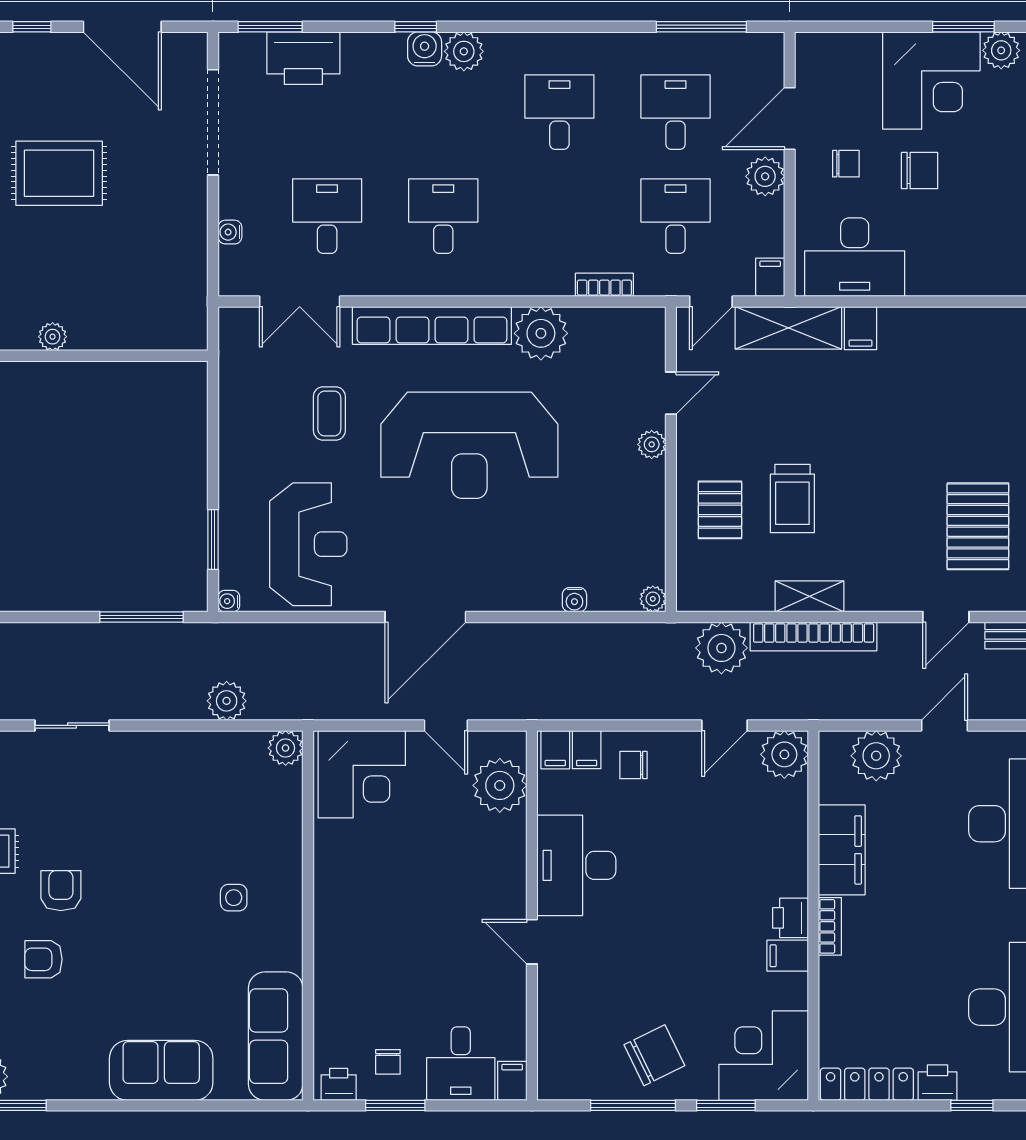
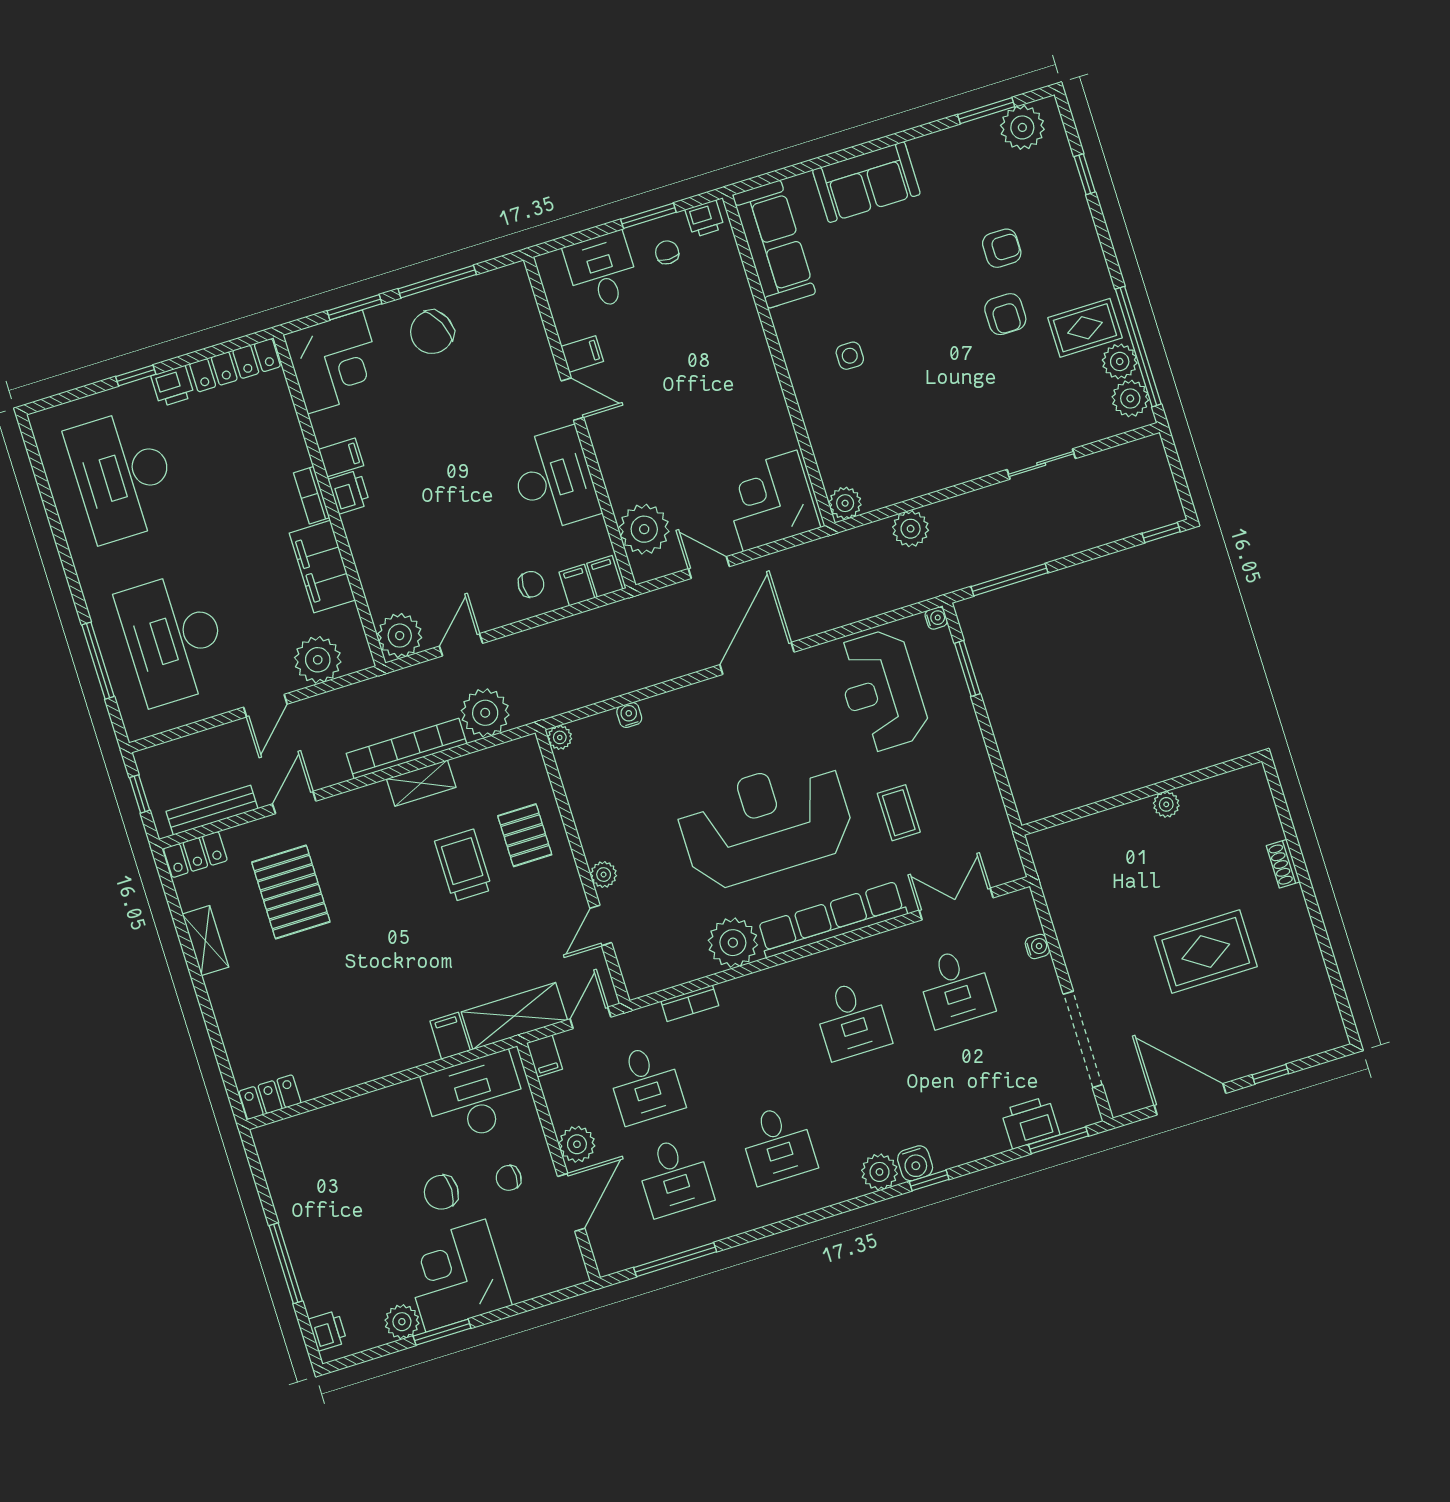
printer: (303, 58) -> (1030, 1123), width x0.73, depth x0.84
filing cabinet: (512, 1081) -> (582, 354), moved, turned -90

